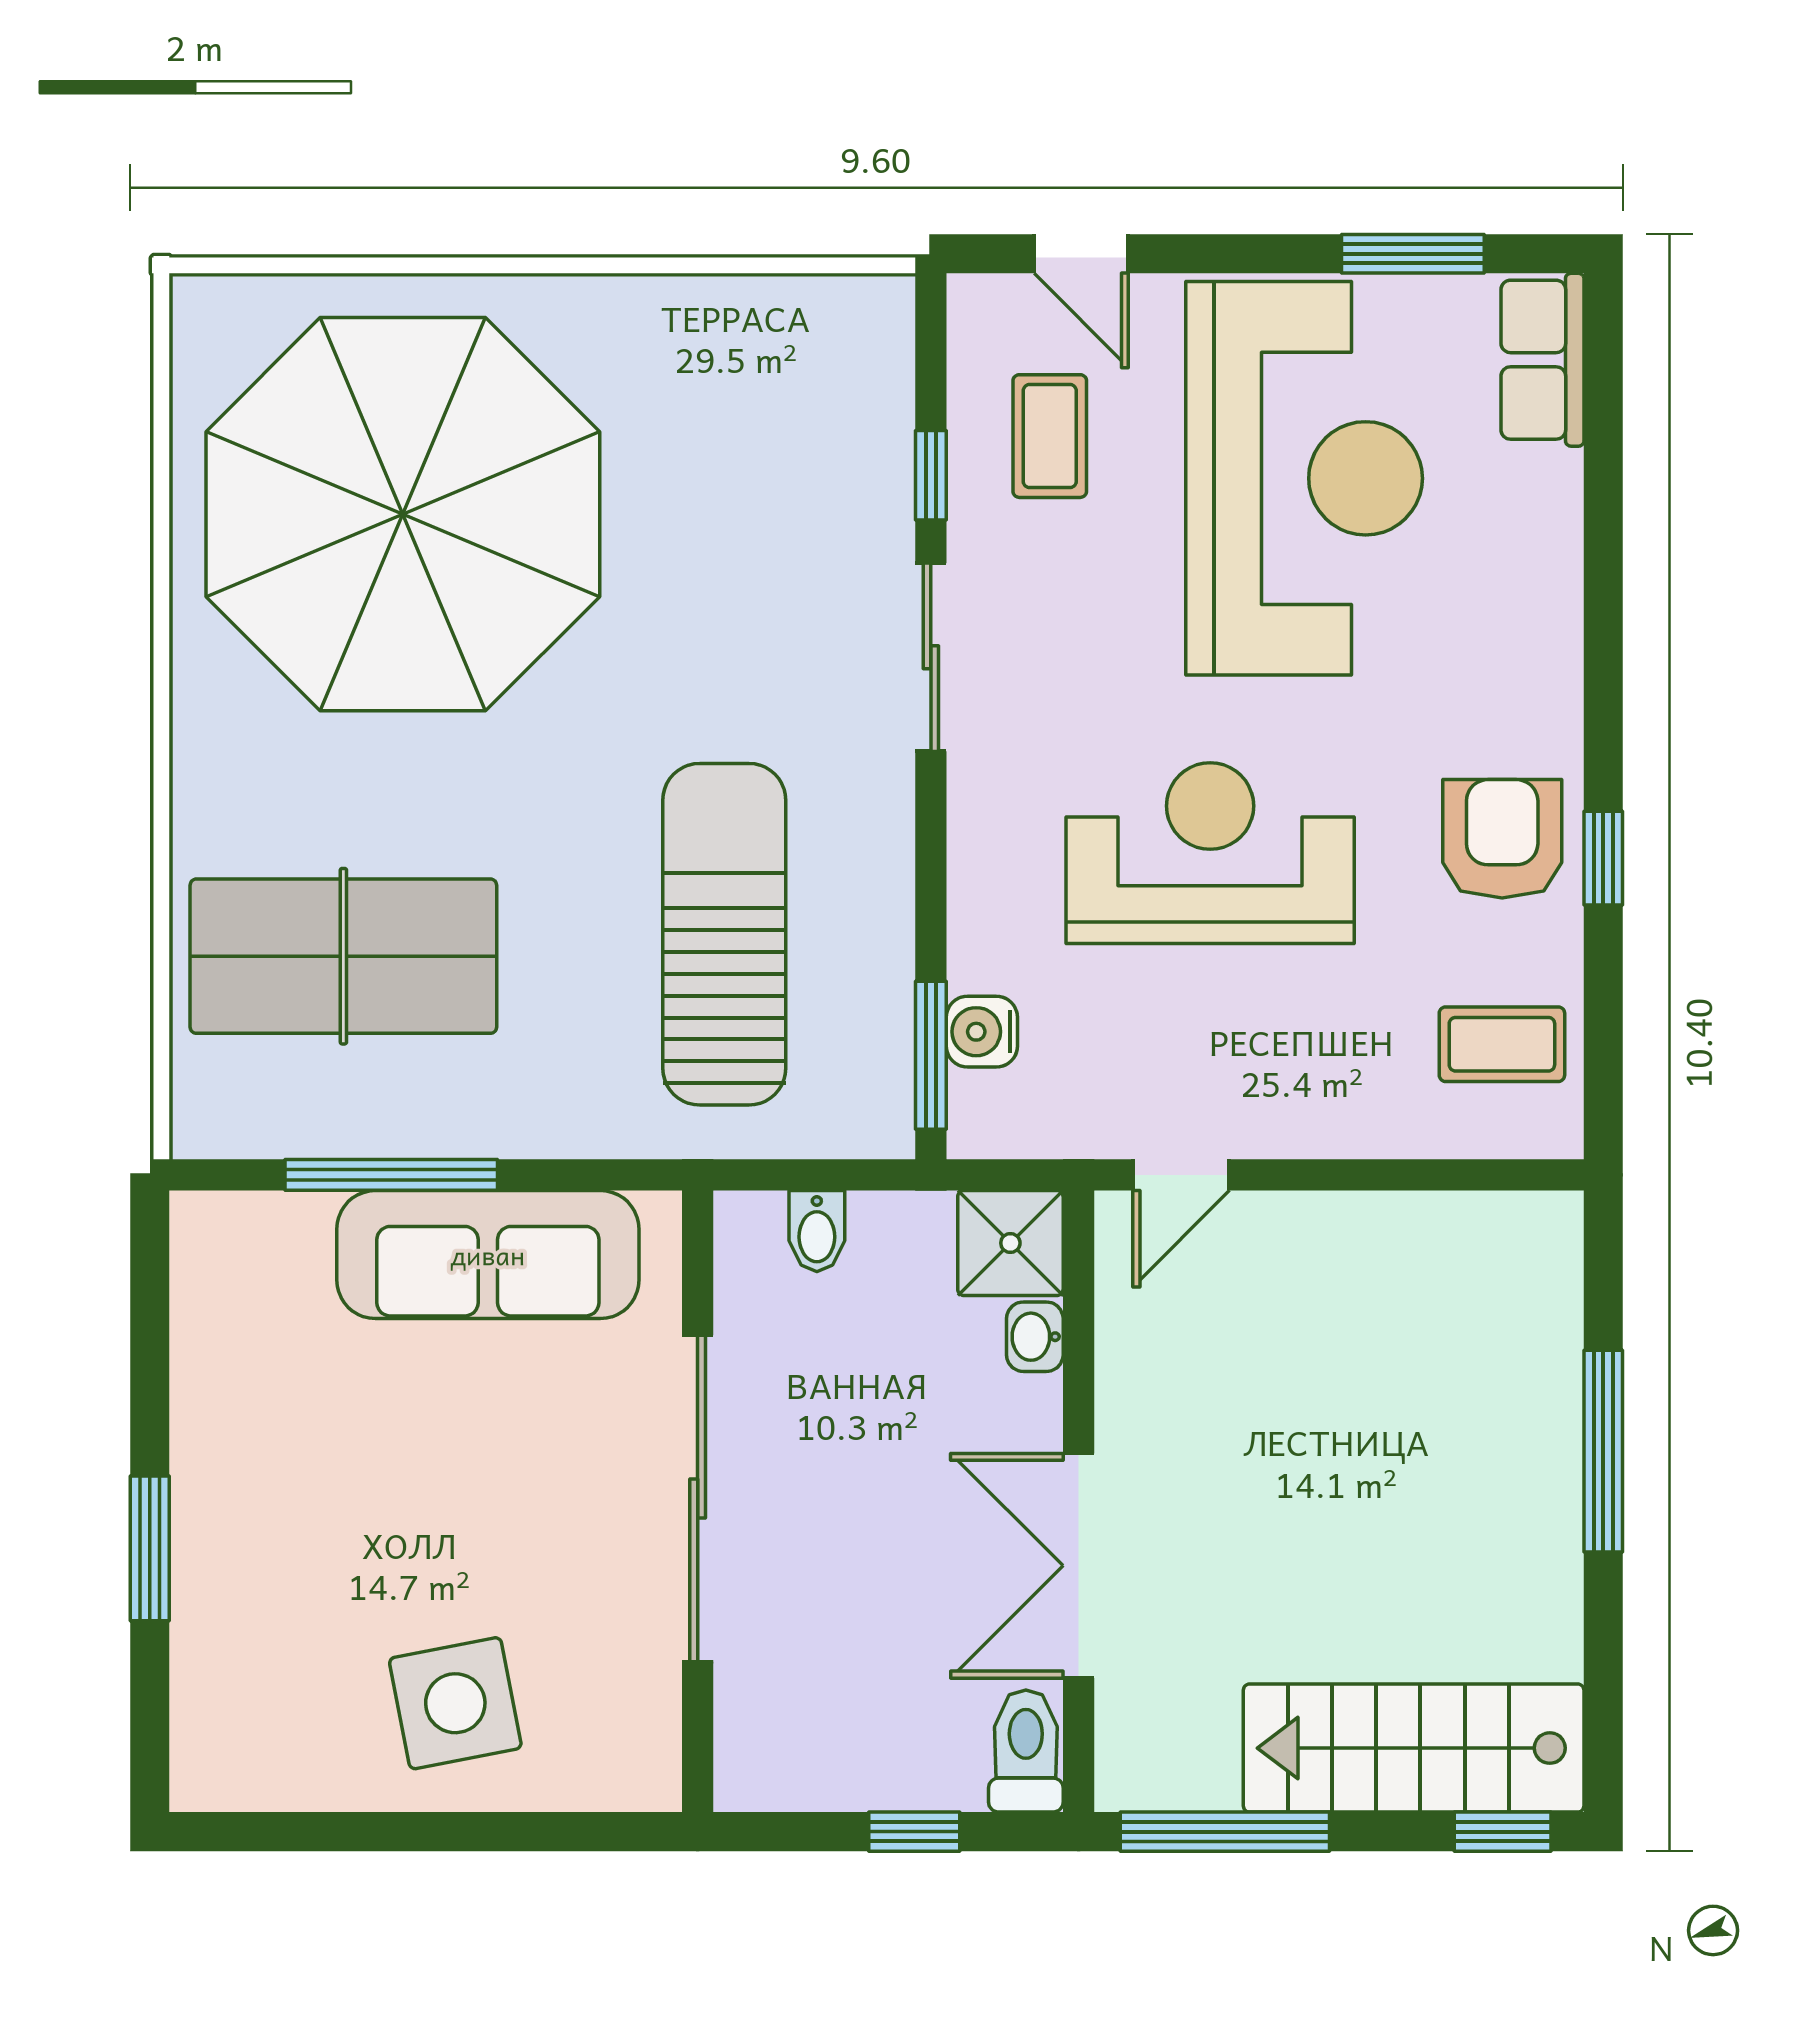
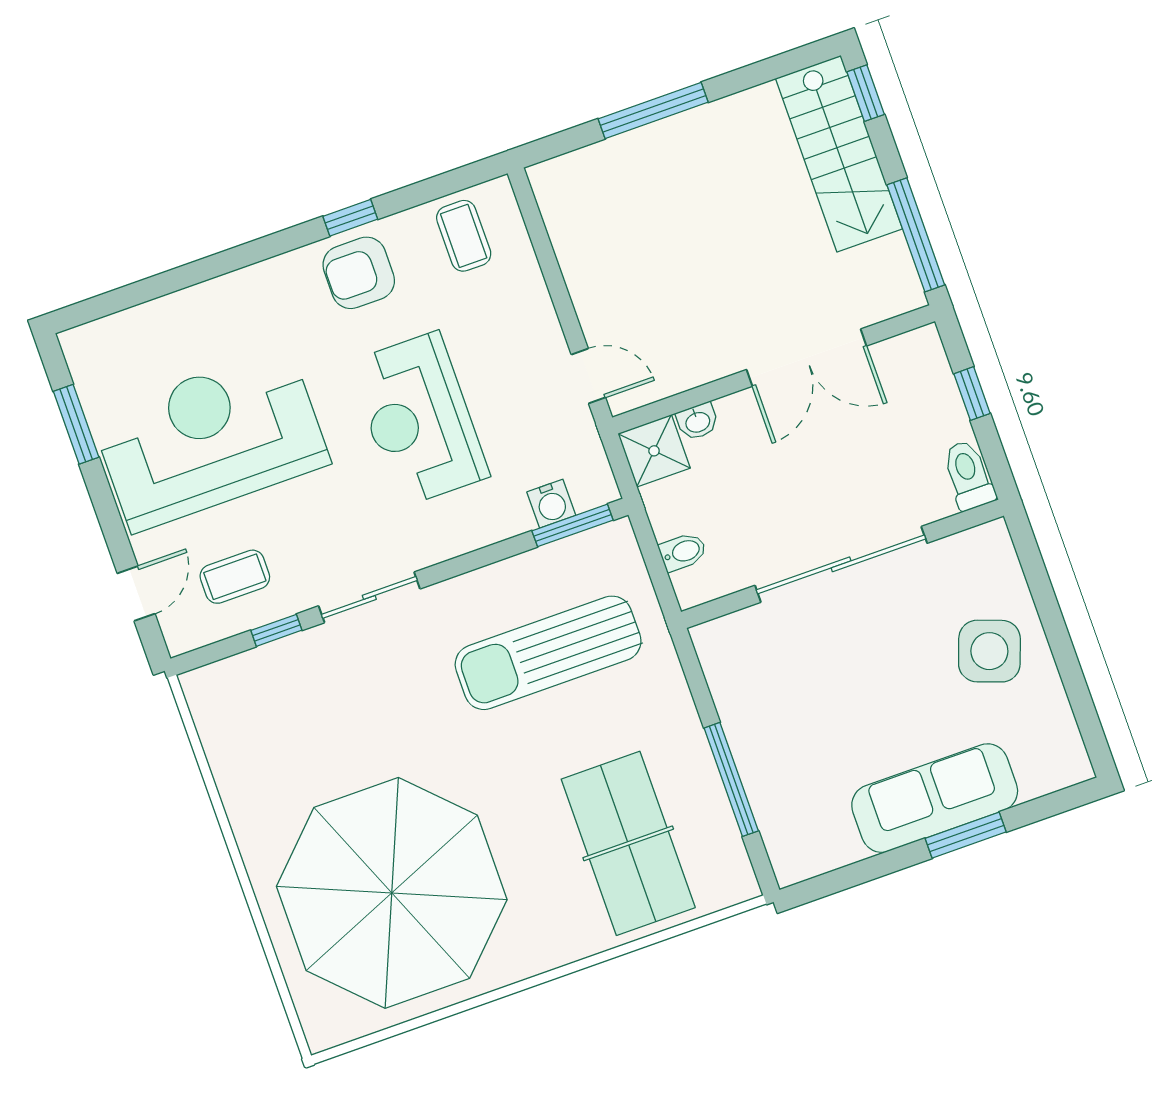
row of seats: (1542, 360) -> (107, 339), removed
sofa: (488, 1255) -> (935, 798), moved, turned -90
side table: (455, 1703) -> (989, 651), turned 31
toilet: (1026, 1751) -> (968, 475), moved, turned 90

